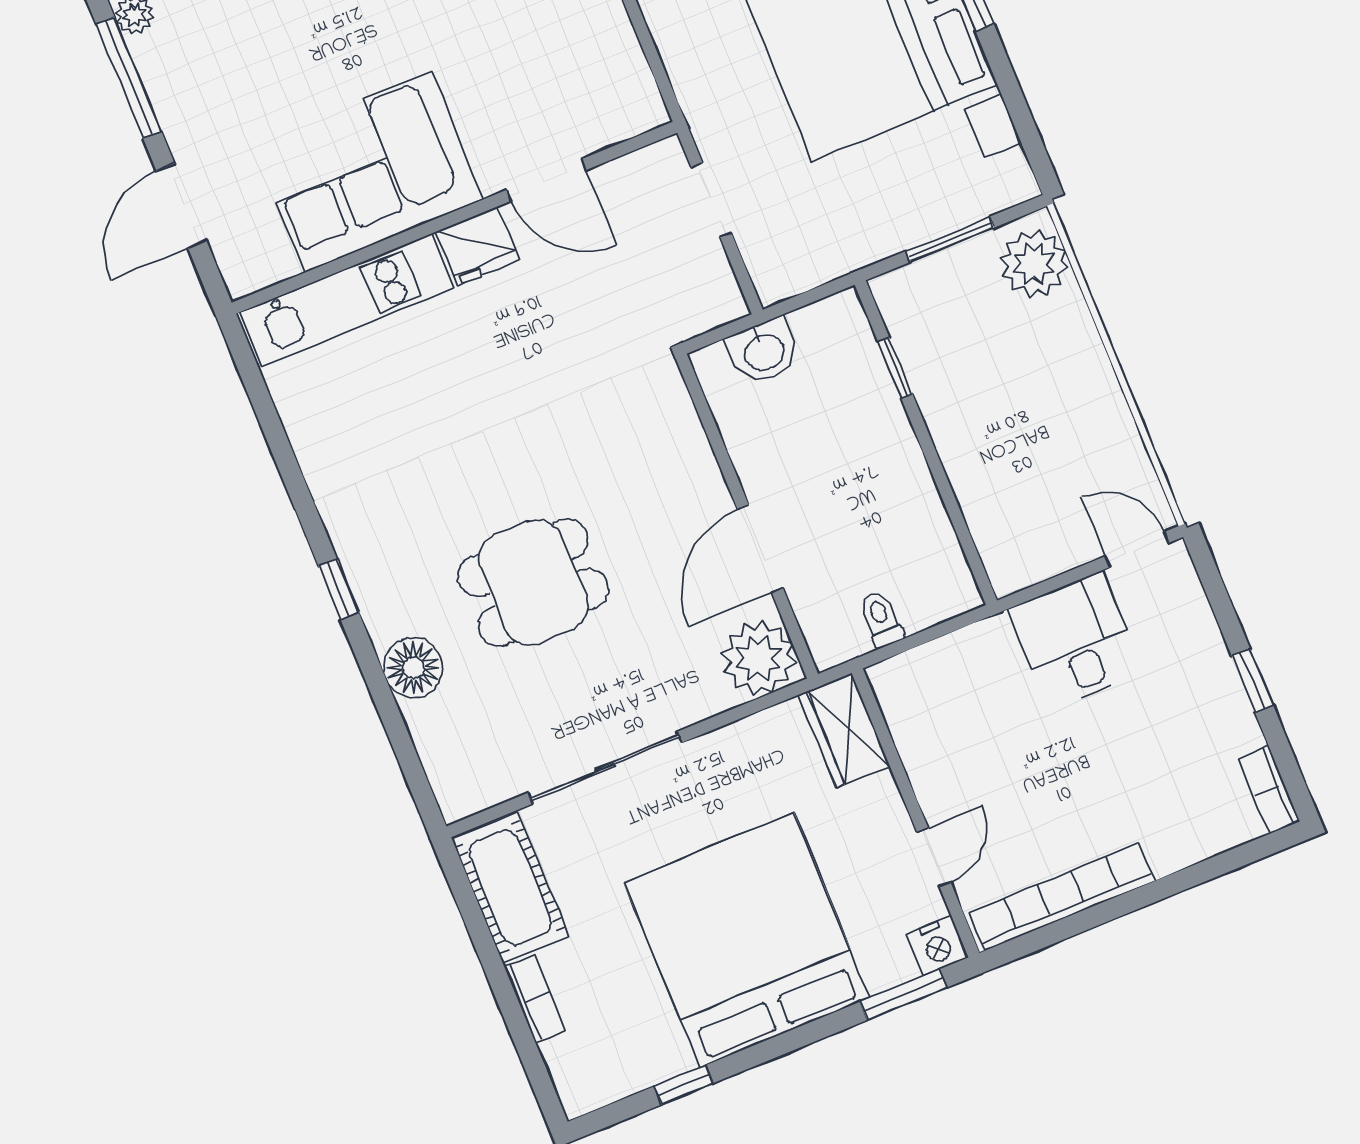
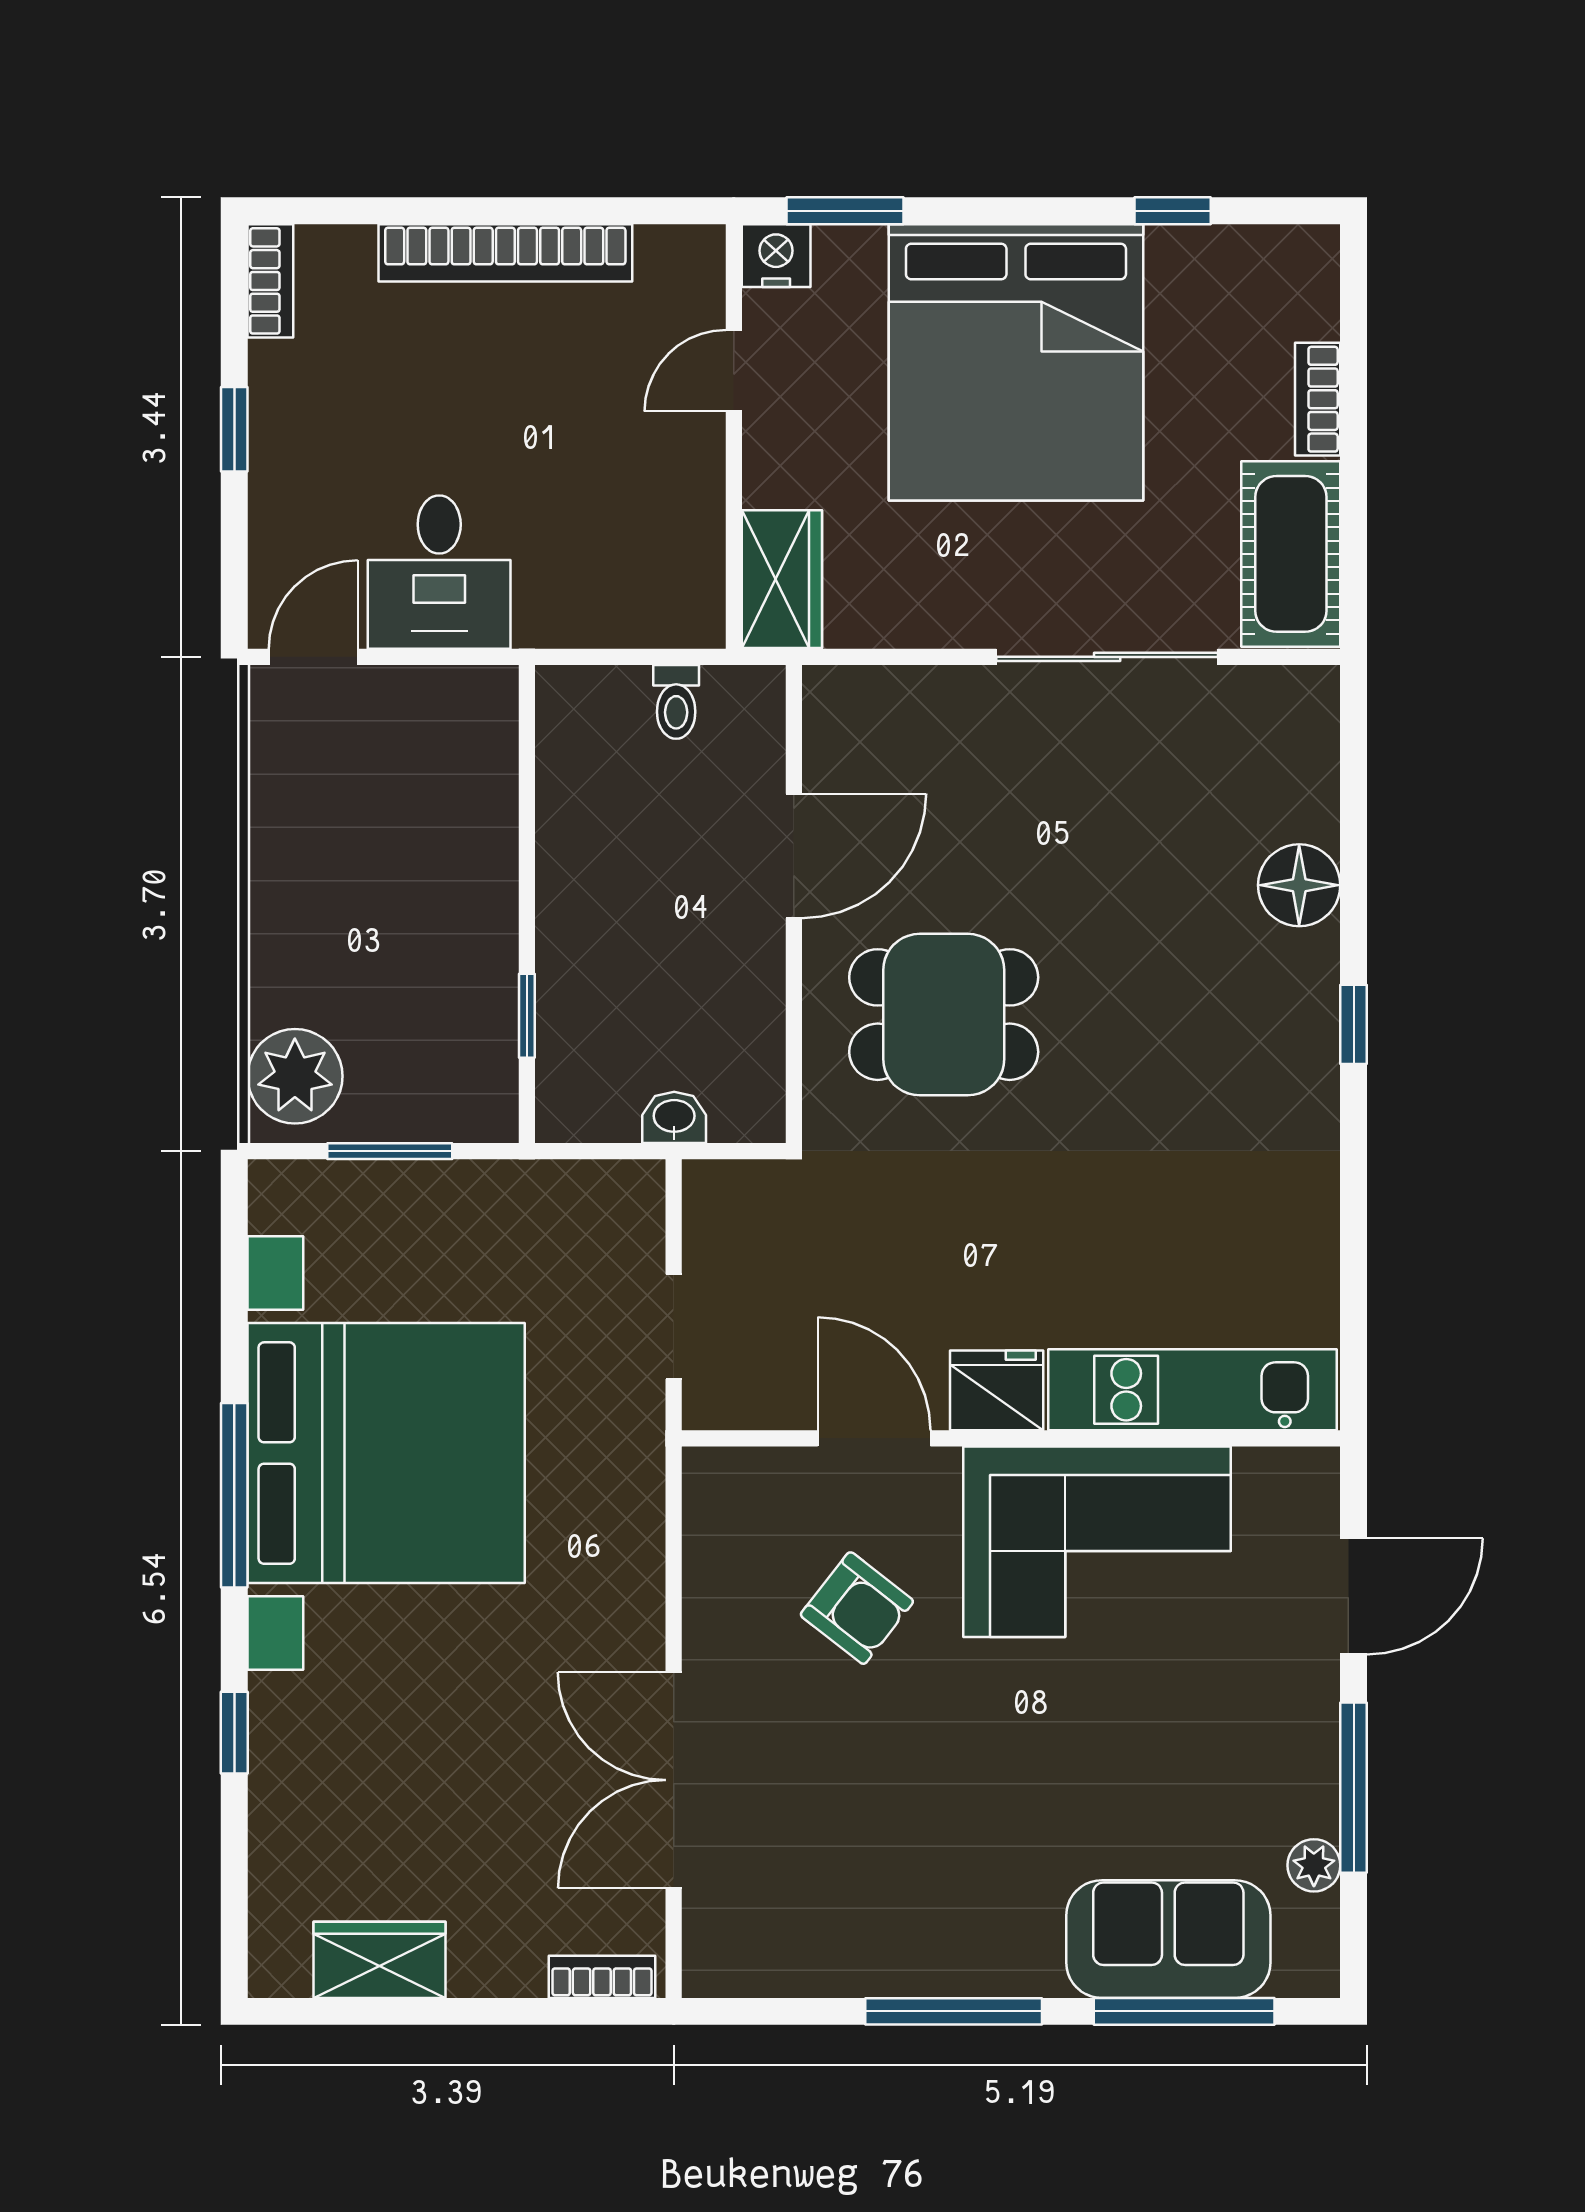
armchair: (511, 62) -> (857, 1608), added
washbasin: (763, 351) -> (674, 1117), width x0.72, depth x0.69
door: (1137, 550) -> (313, 657), swing flipped
dining table: (533, 583) -> (944, 1015), moved
plant: (759, 658) -> (853, 716), removed
bookcase: (1062, 897) -> (505, 253), moved

